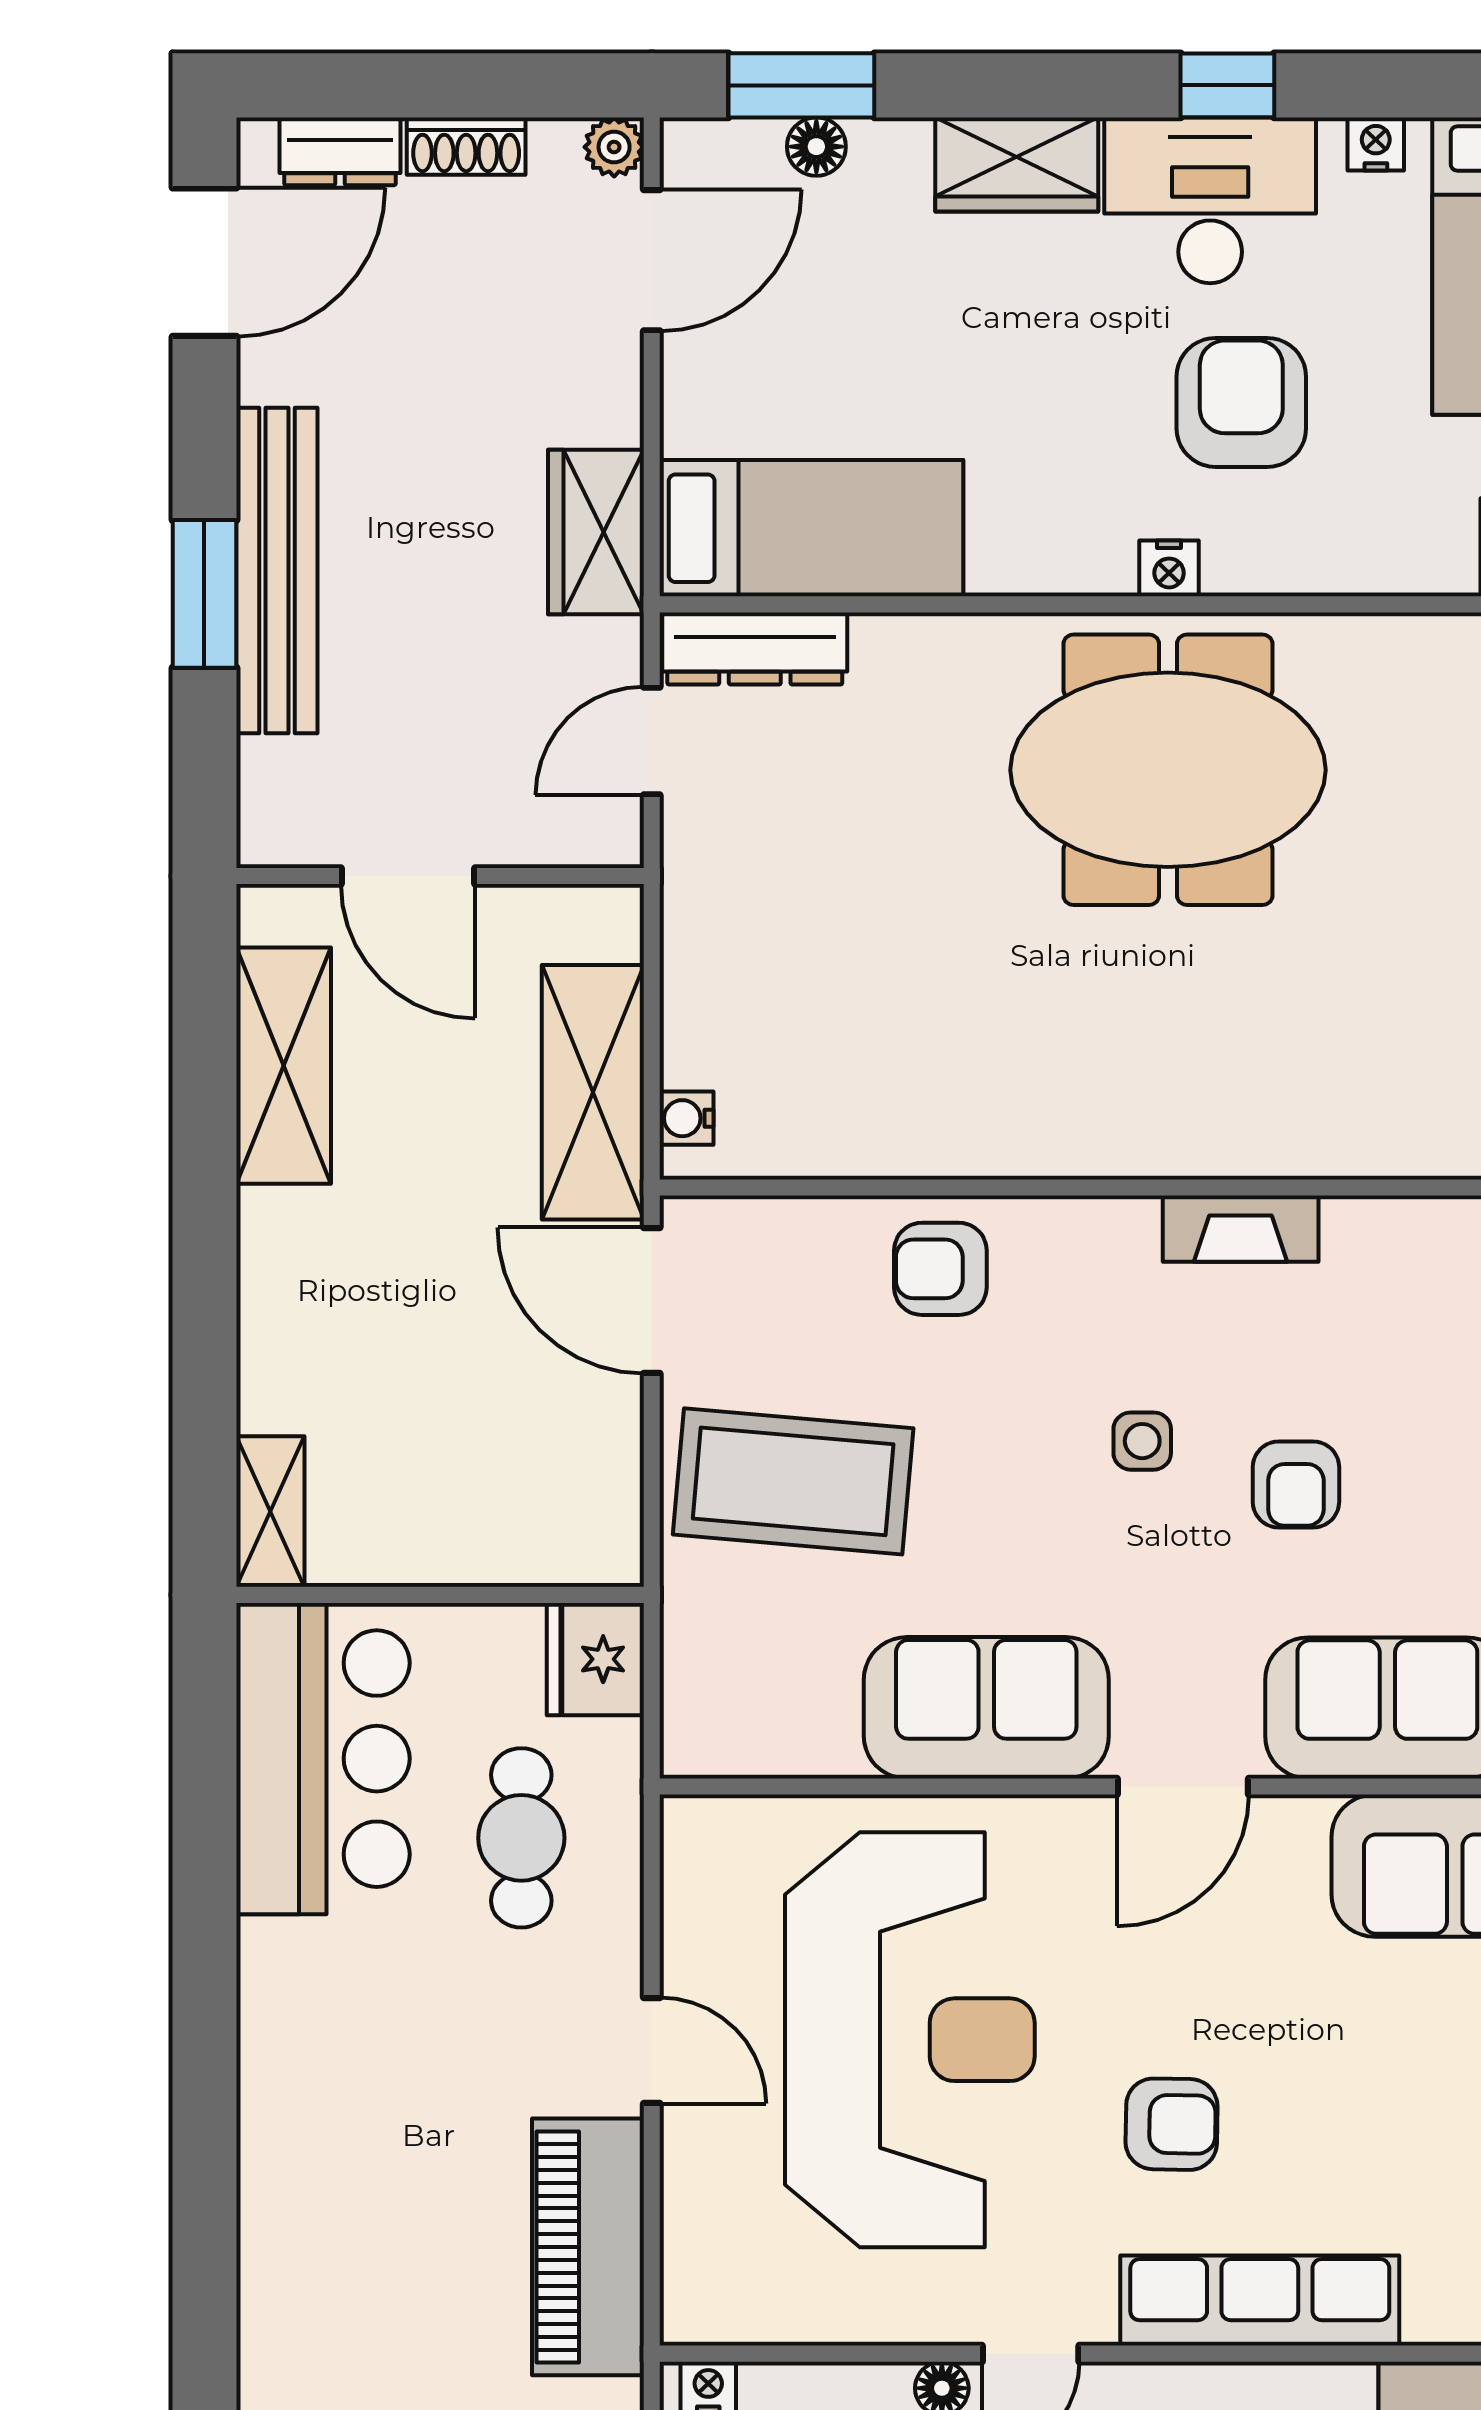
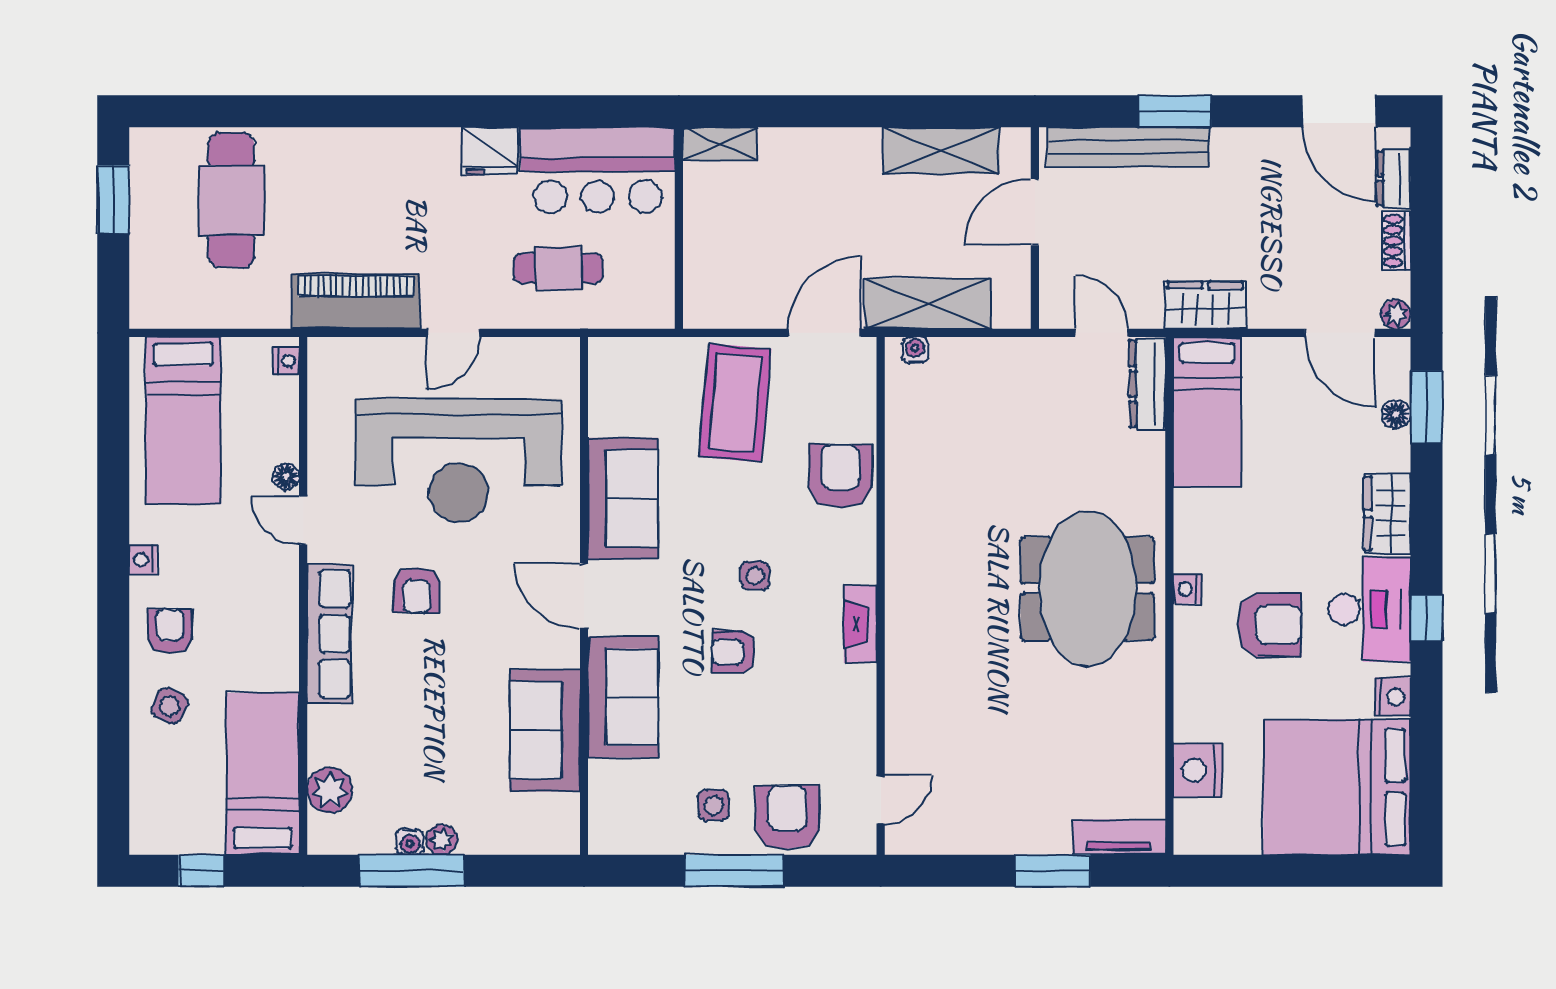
nightstand: (1376, 144) -> (1393, 697), width x1.39, depth x1.35
bench: (277, 570) -> (1128, 147), moved
armchair: (940, 1269) -> (840, 476), width x1.38, depth x1.38
fridge: (595, 1659) -> (490, 151), moved, turned 180

